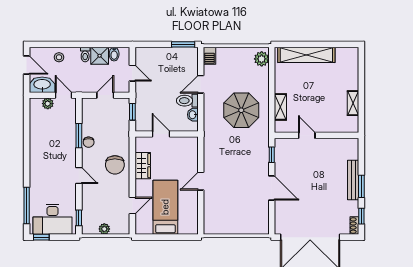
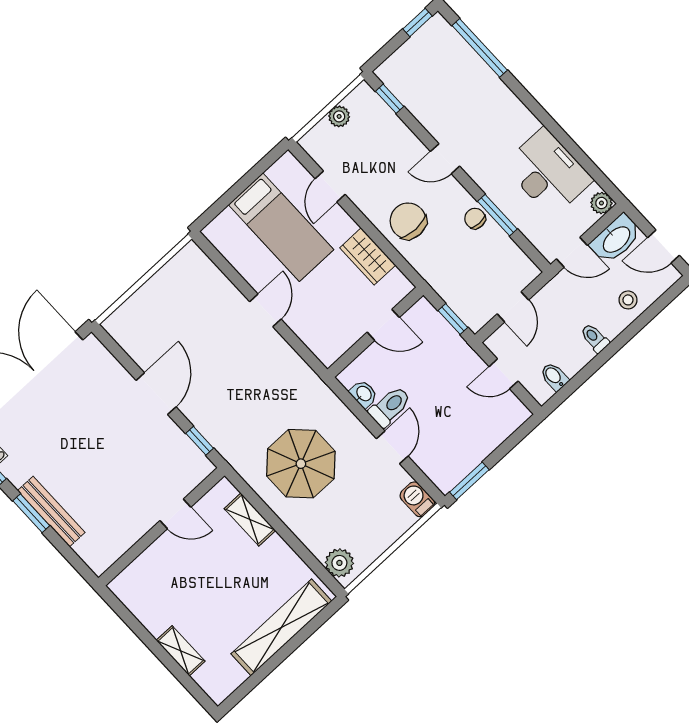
shower: (100, 56) -> (573, 355), removed
shelving: (353, 103) -> (181, 651), moved
plant: (48, 104) -> (601, 203), moved
door: (272, 188) -> (156, 394), swing flipped
desk: (52, 219) -> (548, 172), moved, turned 90

